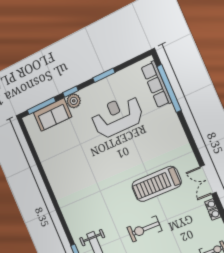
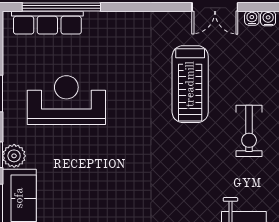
reception desk: (117, 116) -> (66, 100), turned 90

